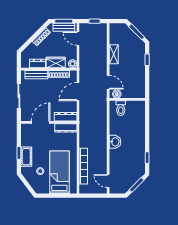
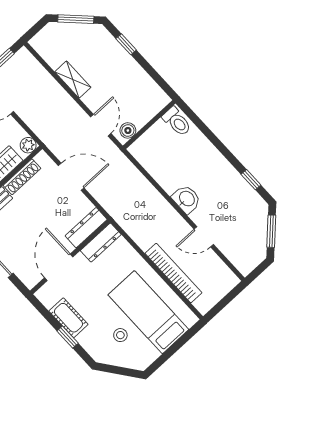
door: (108, 82) -> (101, 125), hinge flipped
door: (78, 92) -> (71, 177), swing flipped
toilet: (121, 108) -> (177, 122), moved
cot: (26, 157) -> (68, 318), moved
door: (108, 181) -> (204, 237), moved

